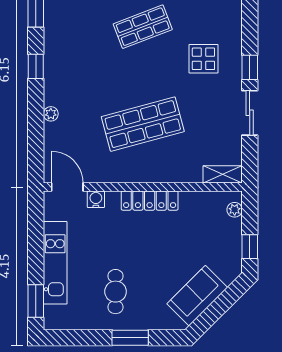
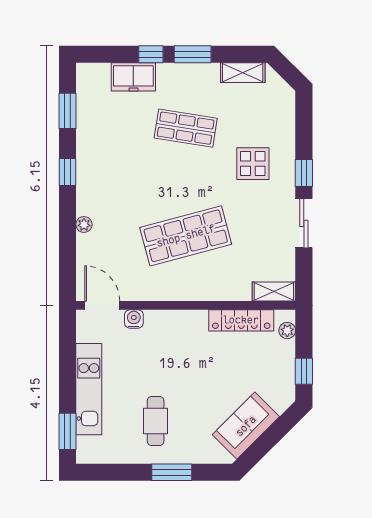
shop shelf: (143, 27) -> (186, 128), turned 30
locker: (150, 201) -> (241, 320), moved

